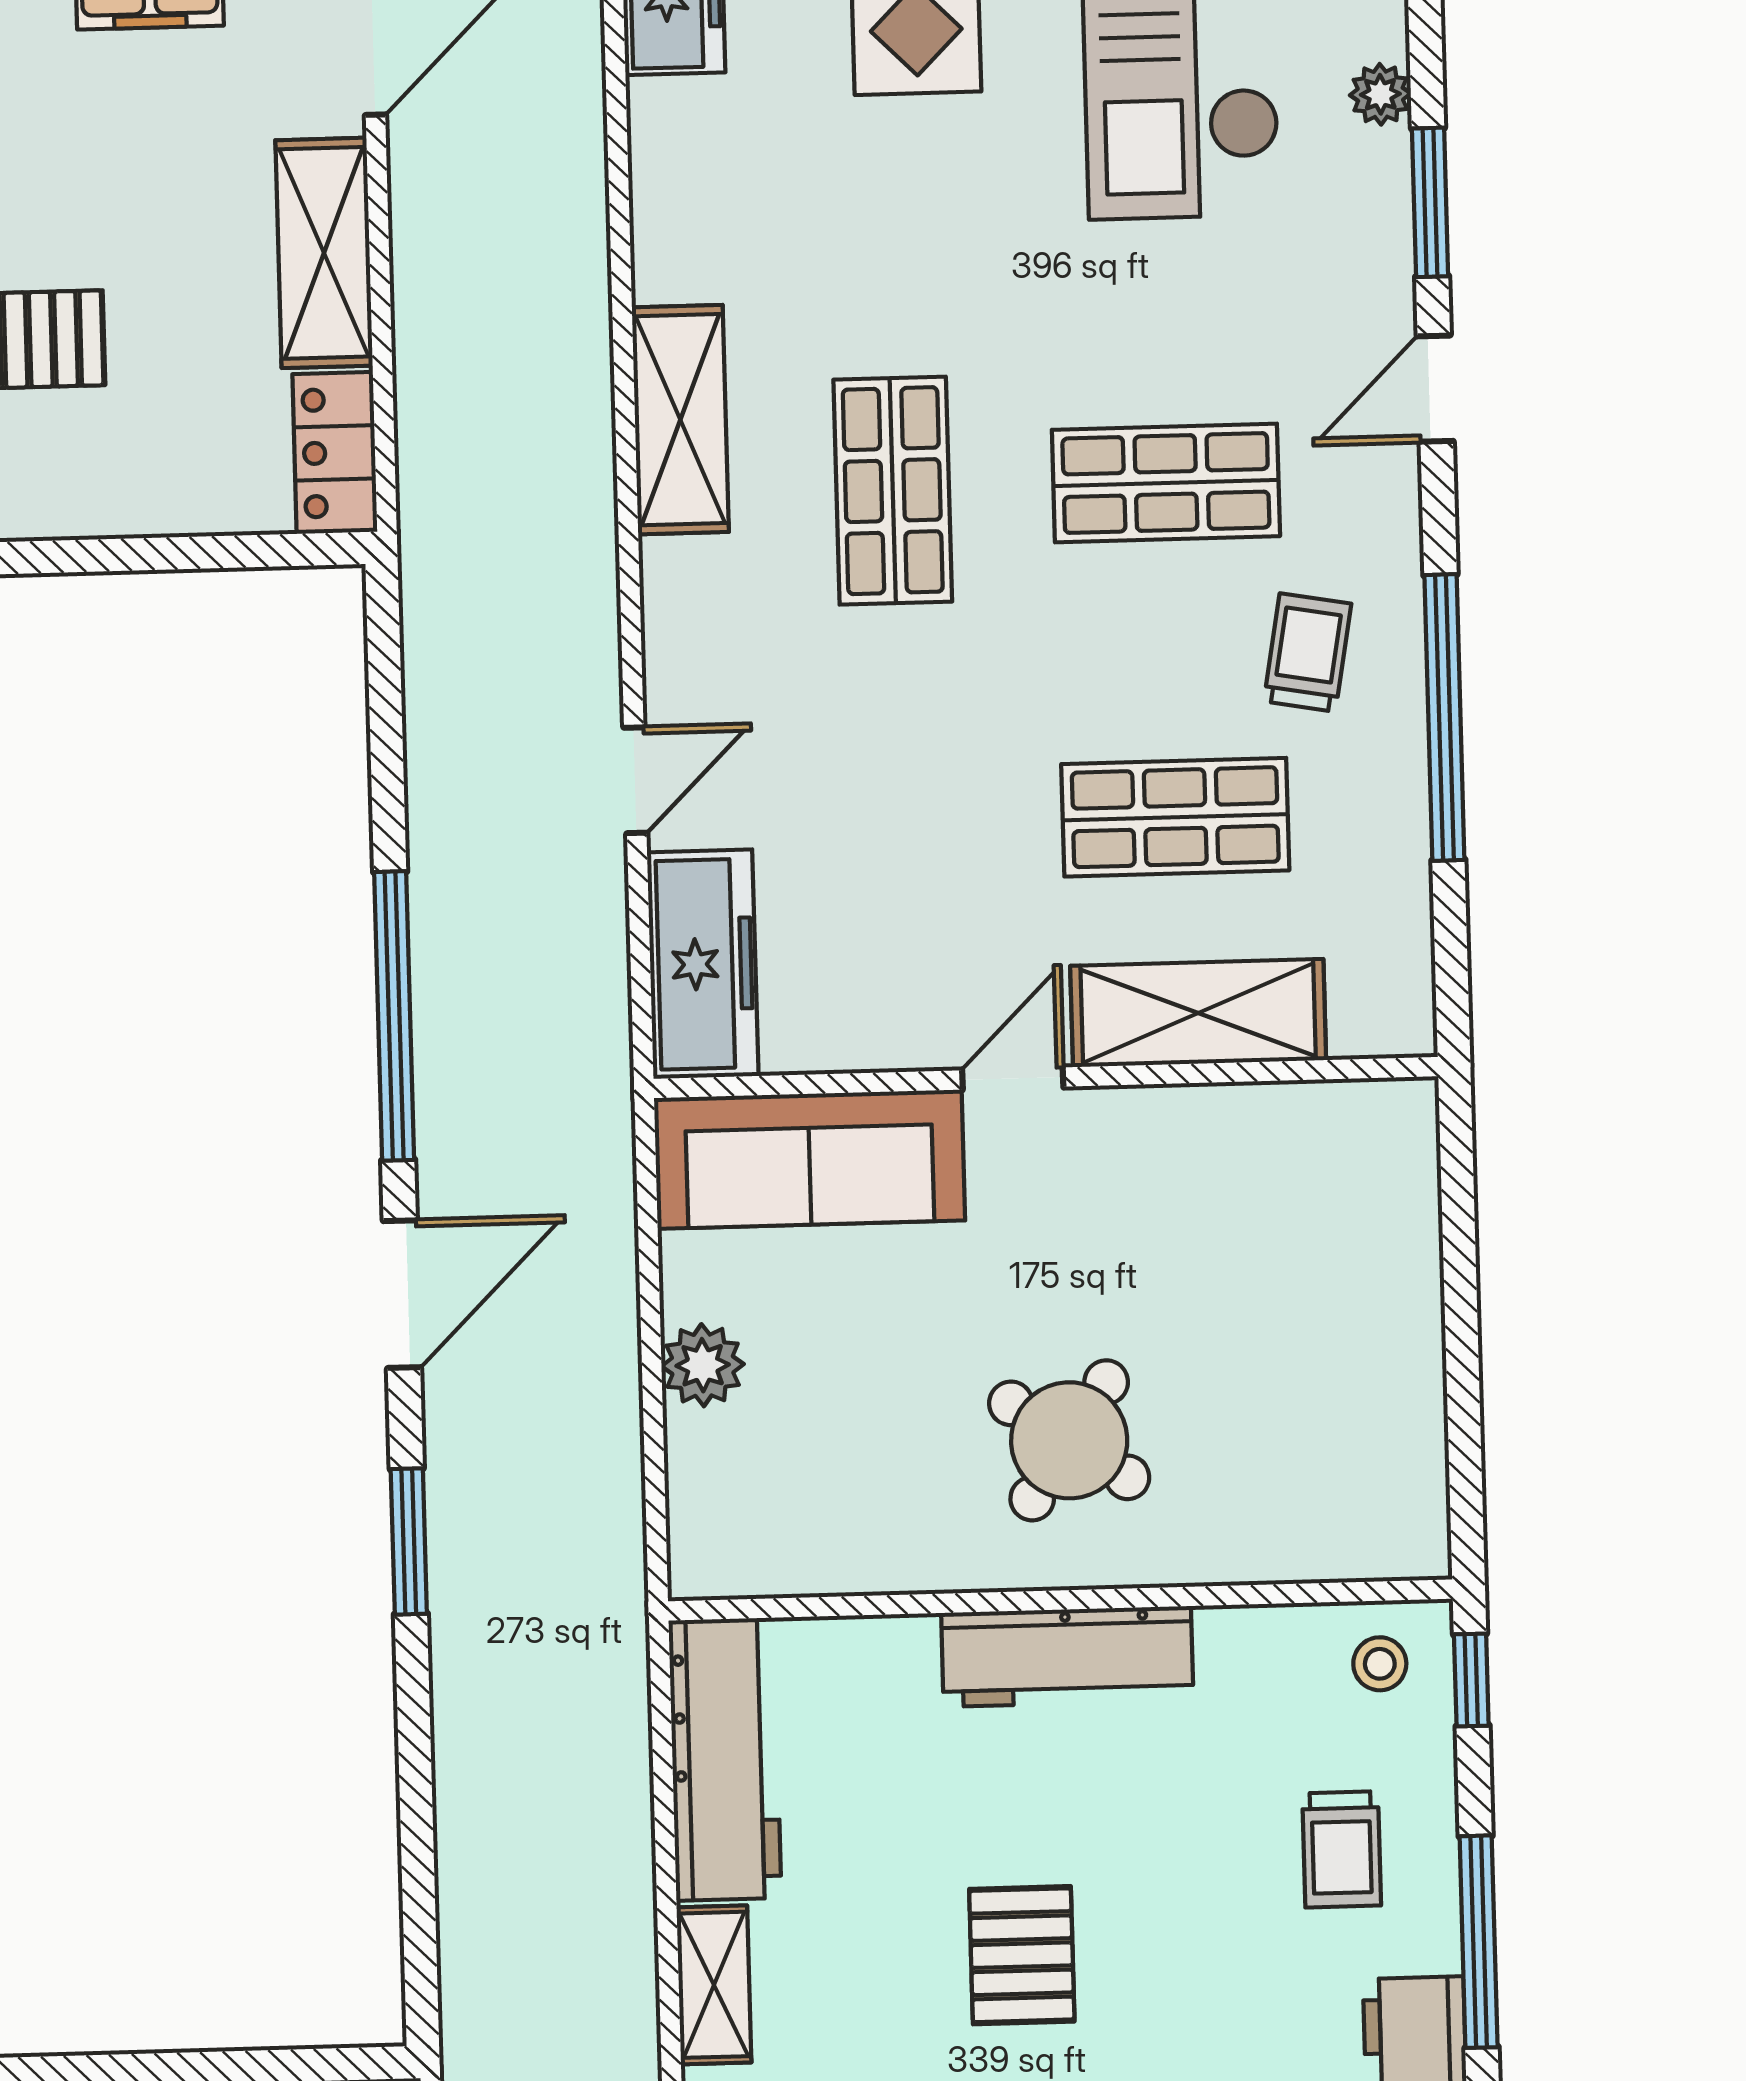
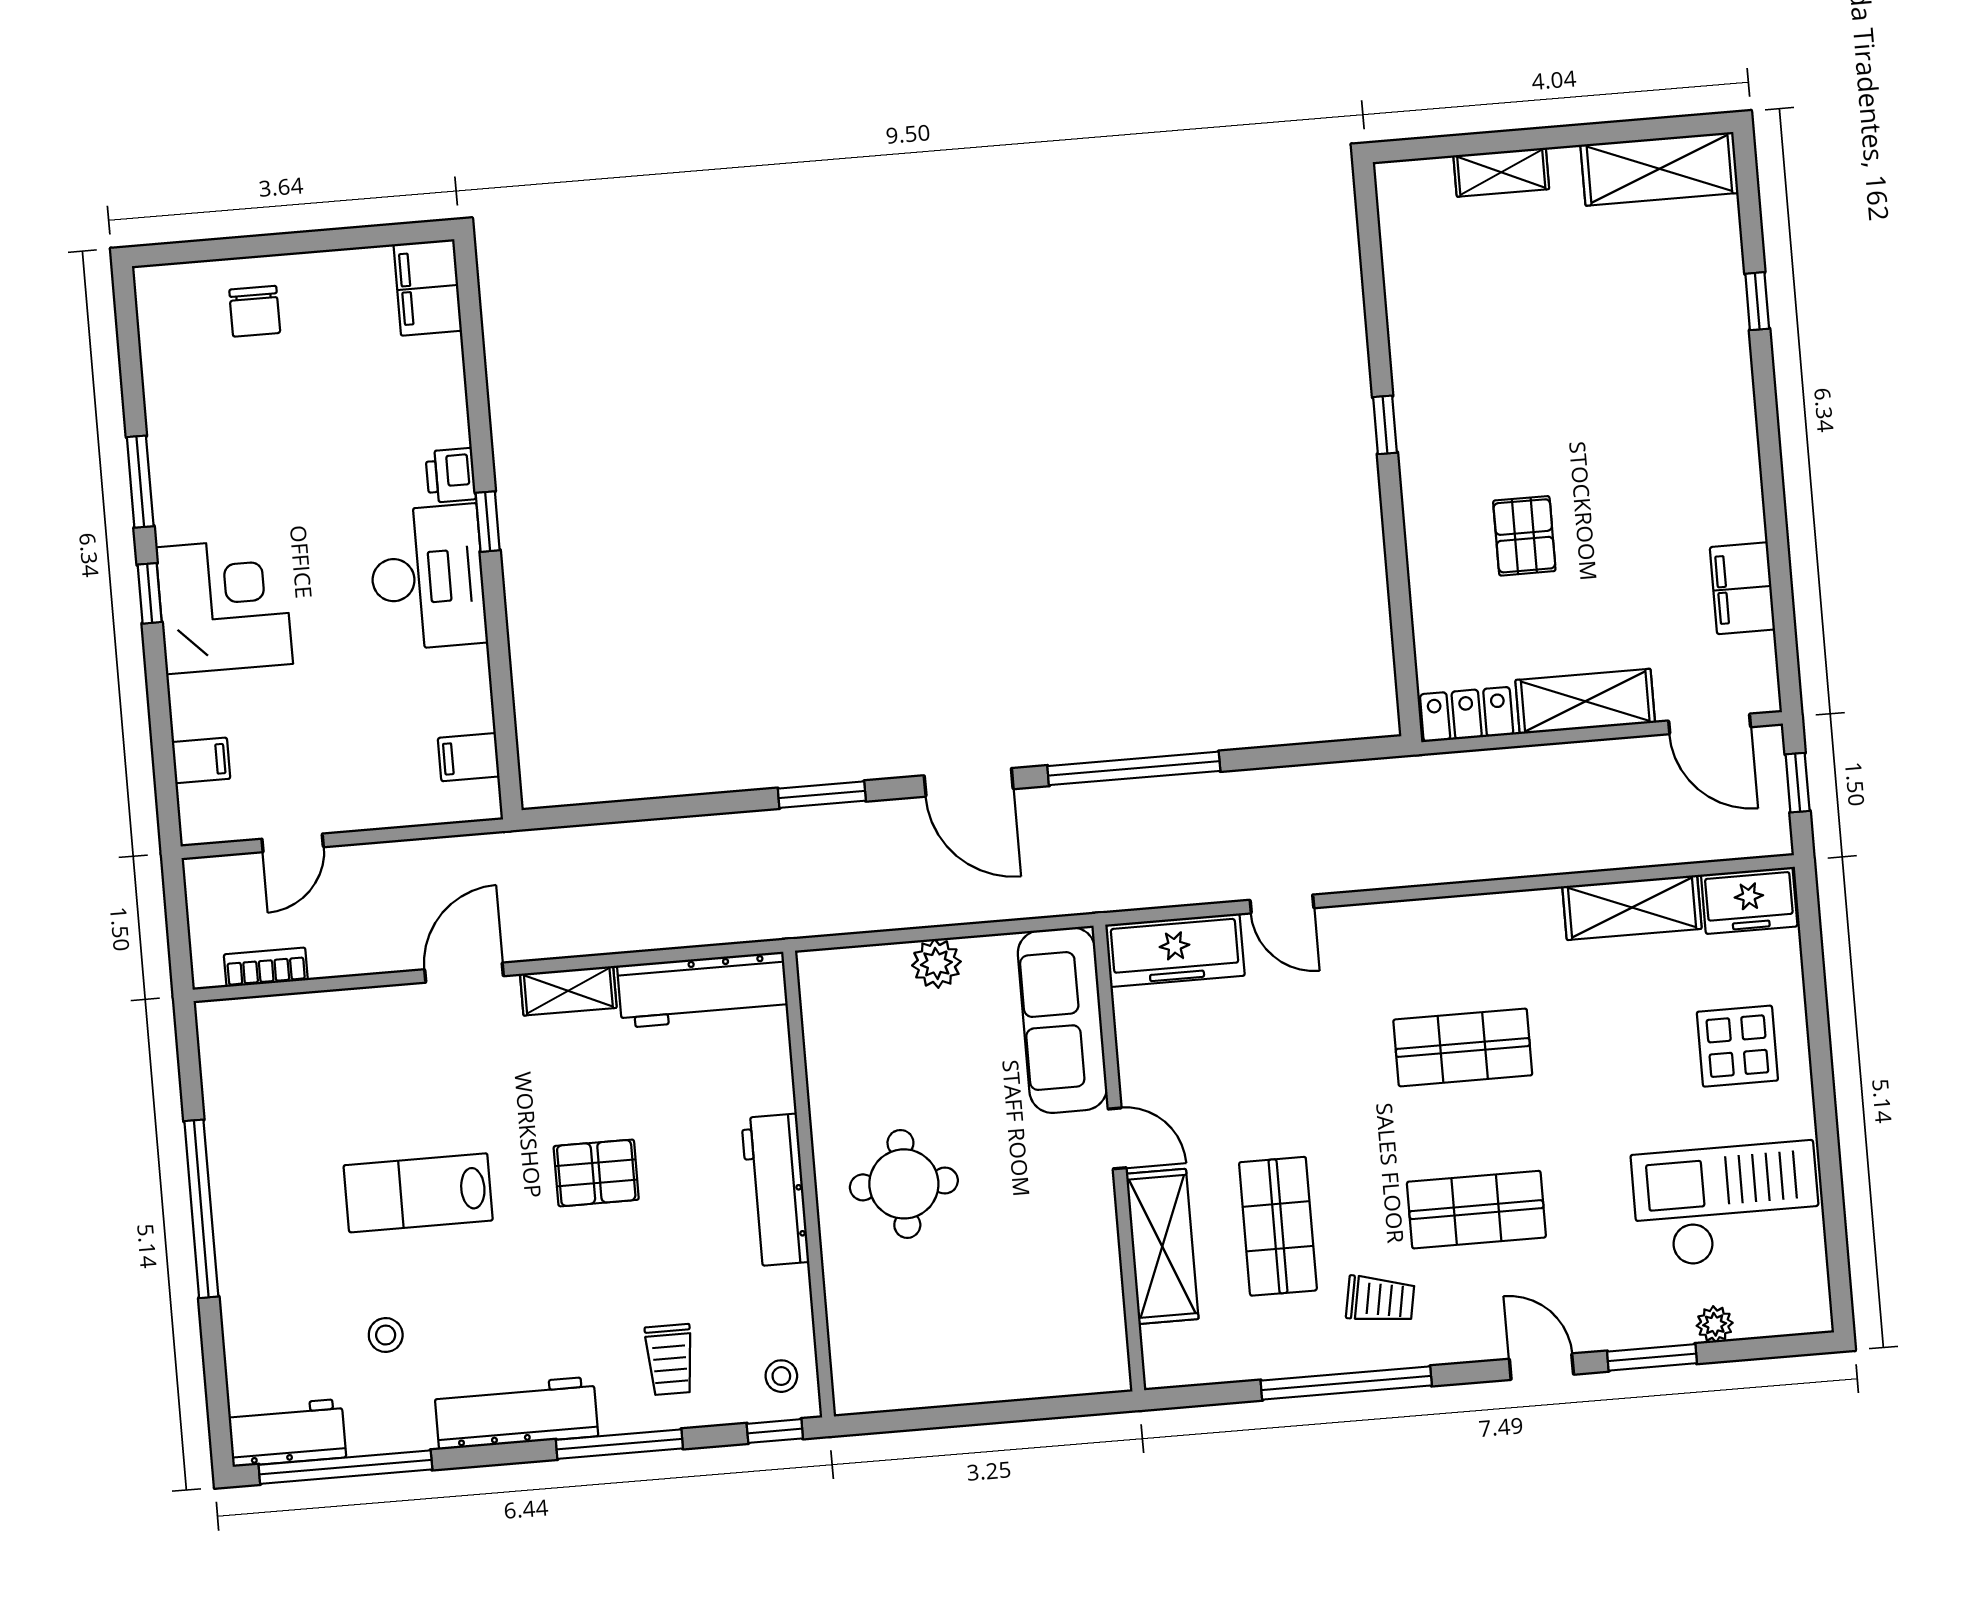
shelving: (680, 420) -> (1632, 908), moved
shop shelf: (1166, 483) -> (1476, 1210), turned 90
round table: (1069, 1440) -> (904, 1184), turned -34
trolley: (1342, 1849) -> (670, 1360), turned -90

